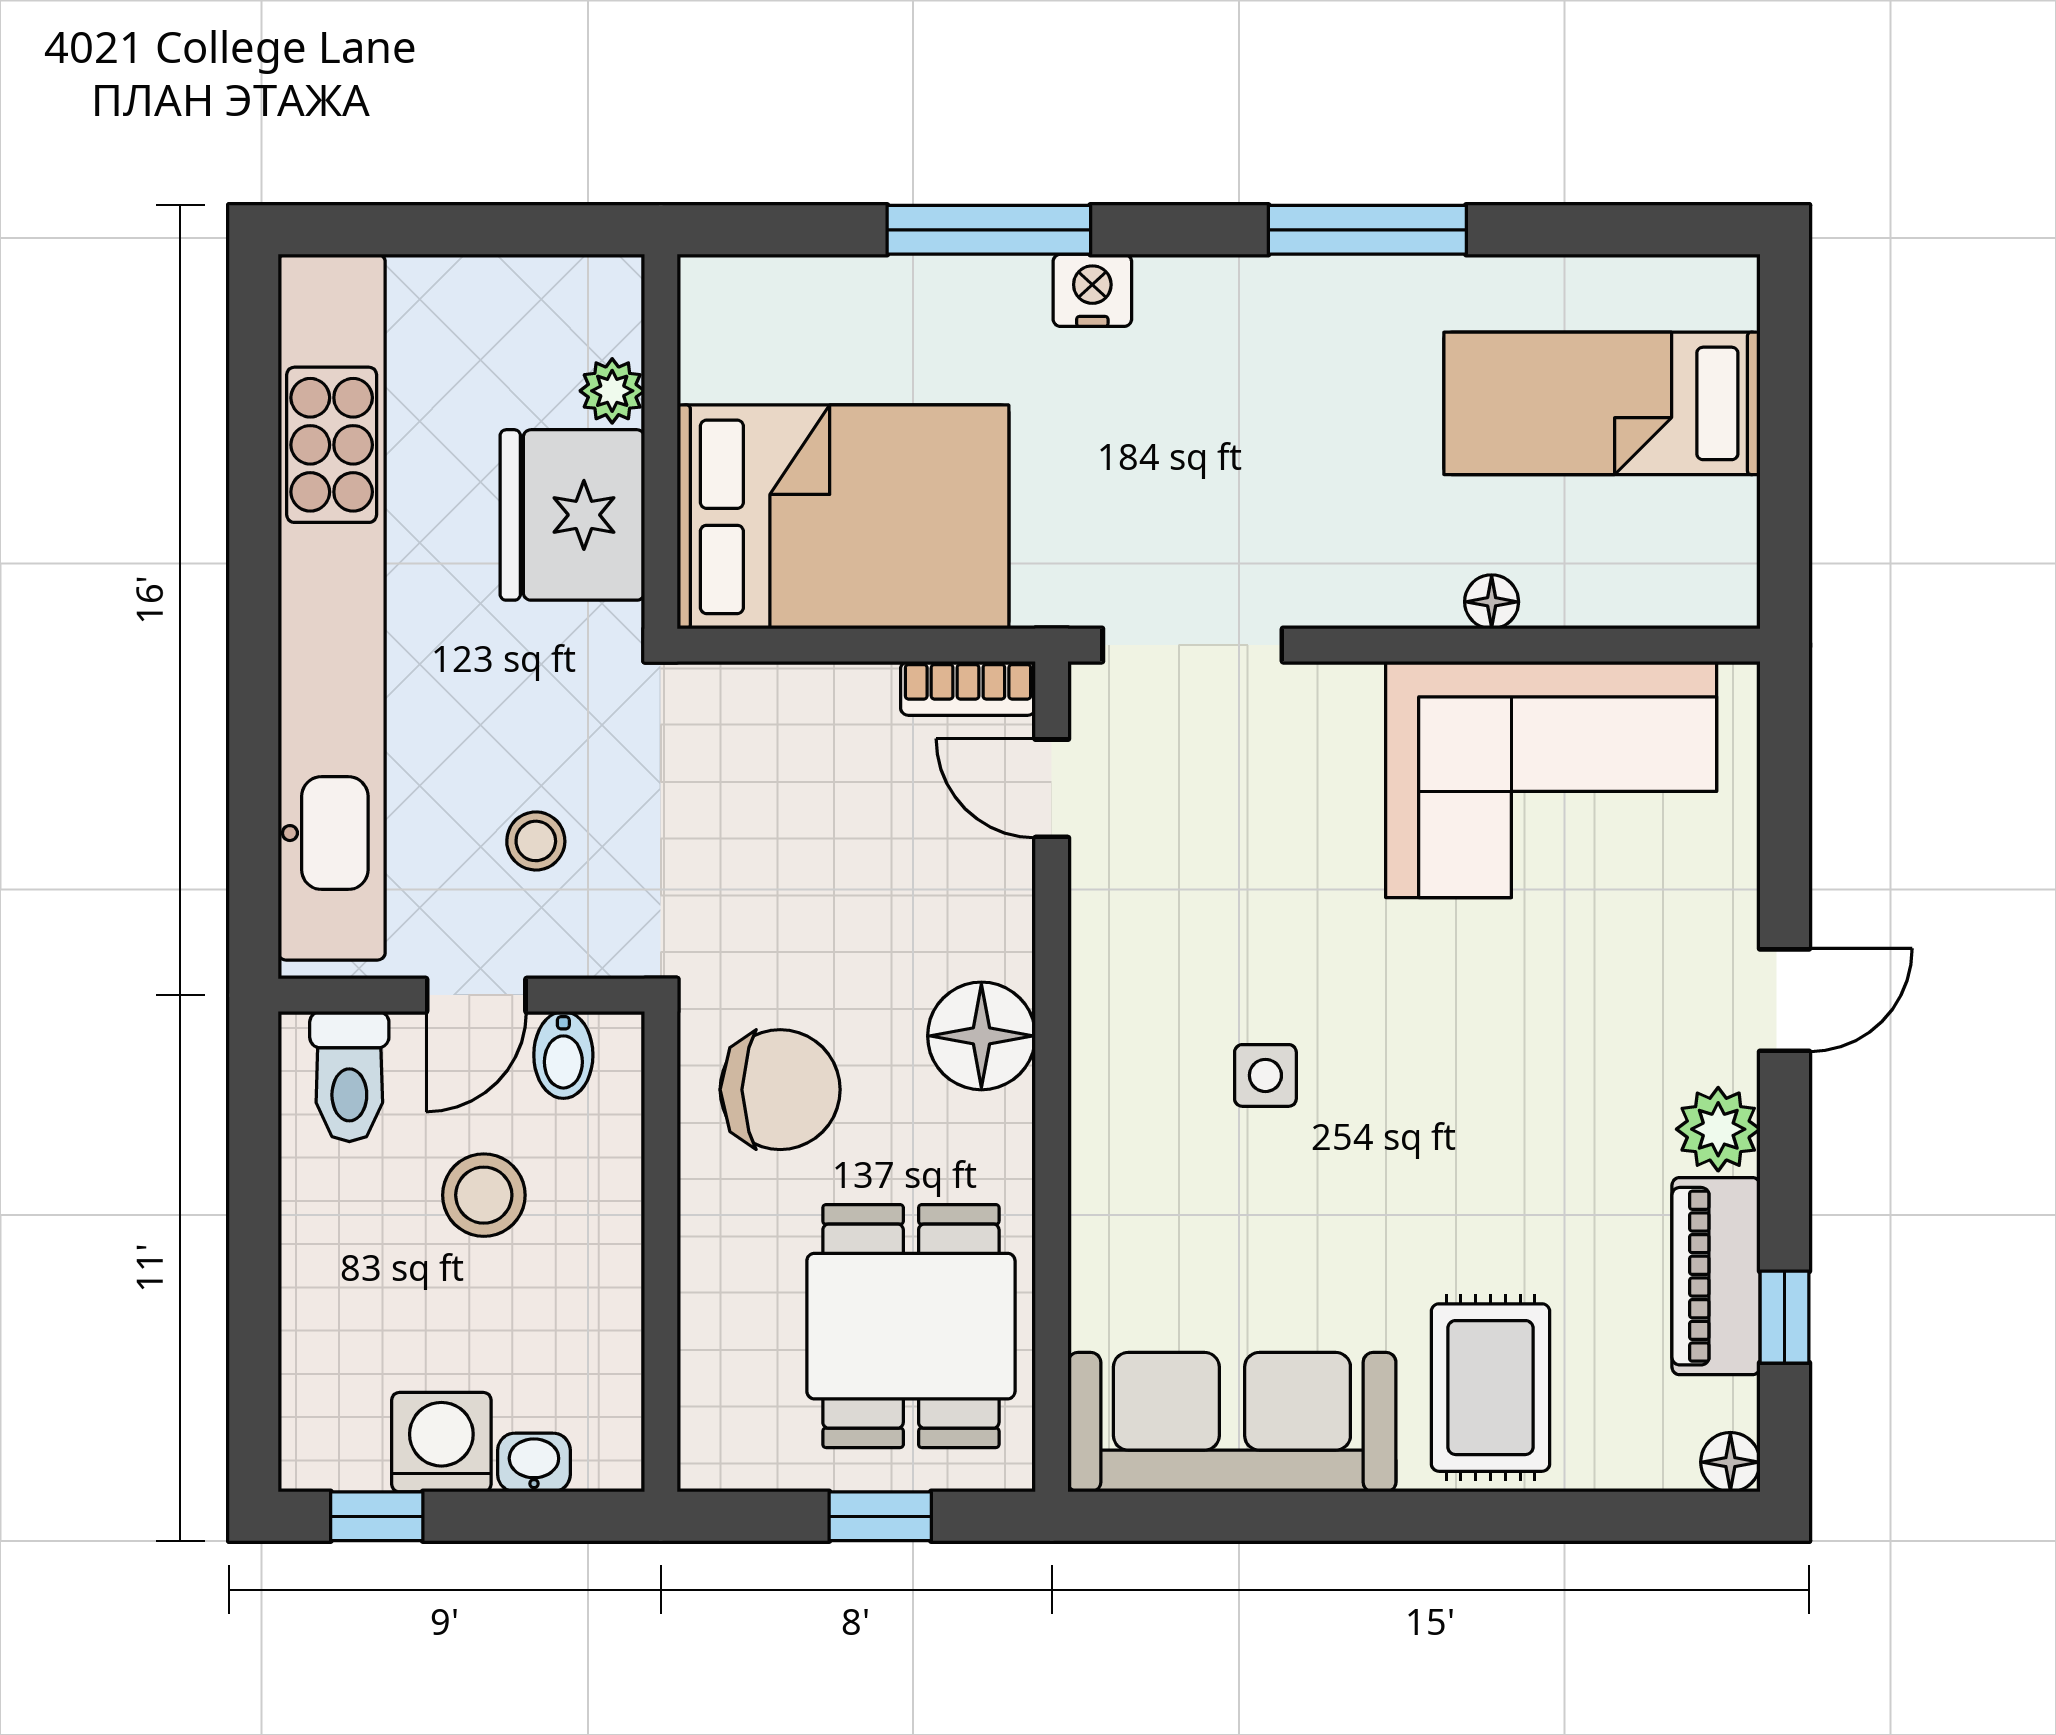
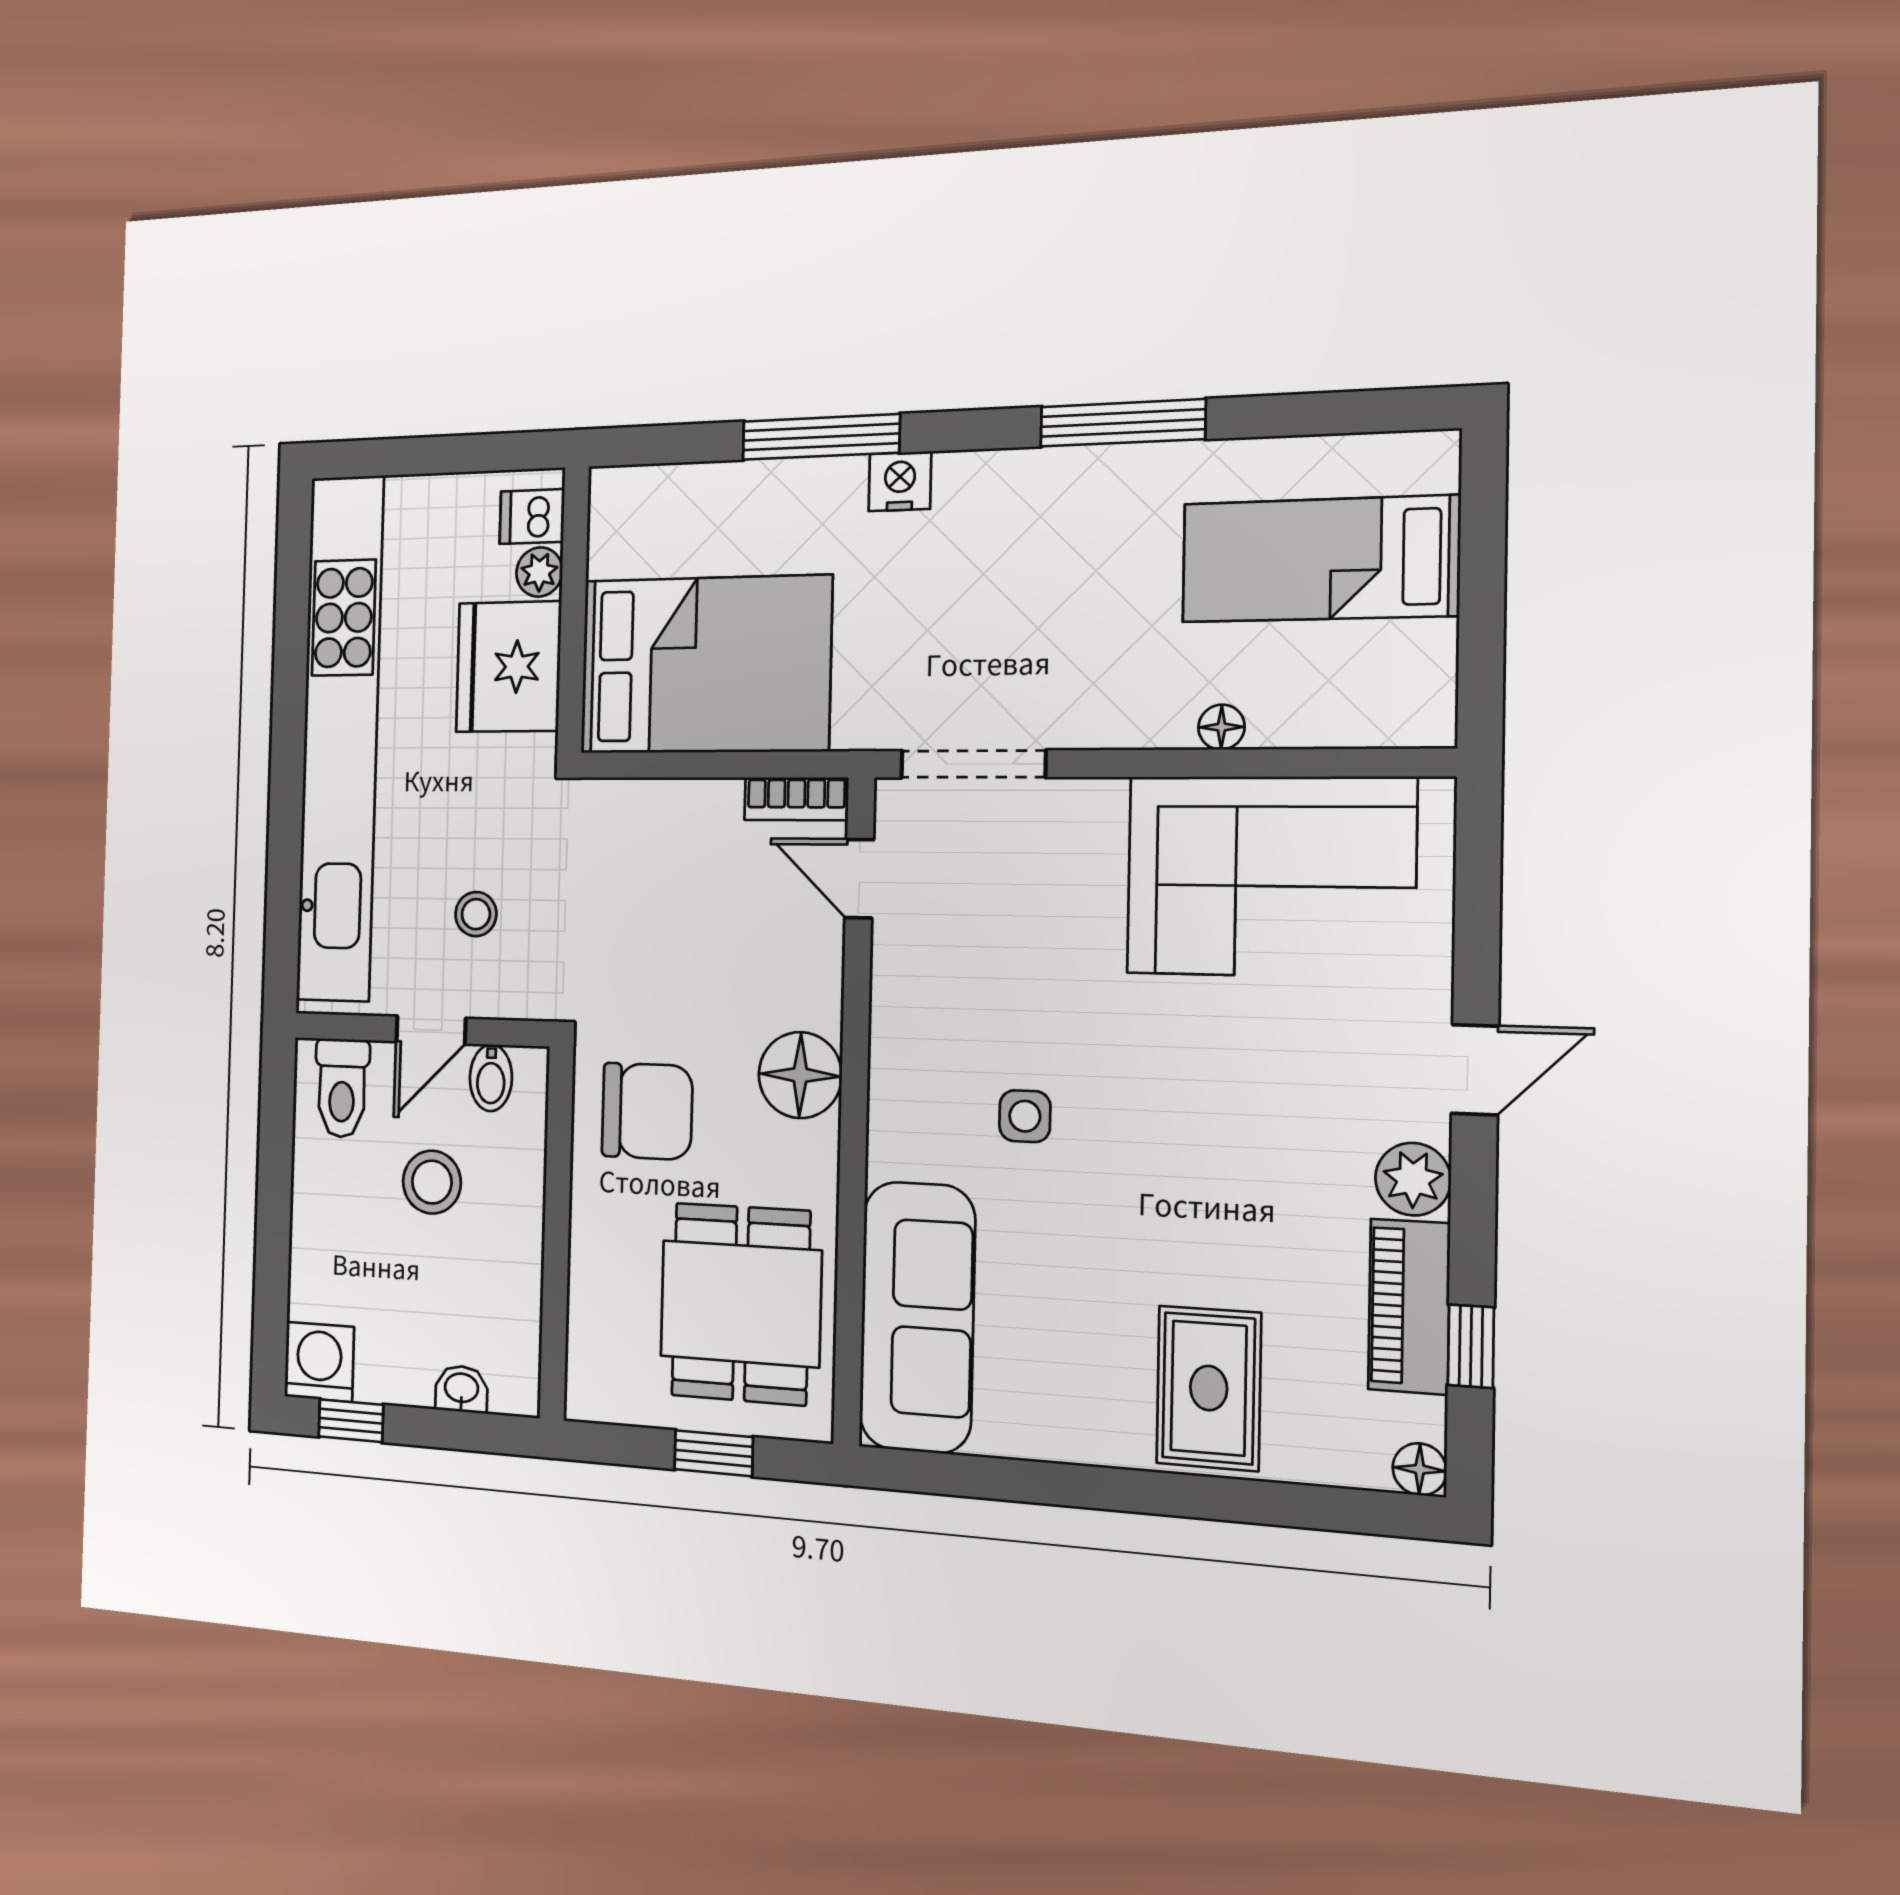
dishwasher: (600, 317) -> (532, 517), added
sofa: (1232, 1422) -> (917, 1317), moved, turned 90
washing machine: (441, 1442) -> (319, 1362), moved

